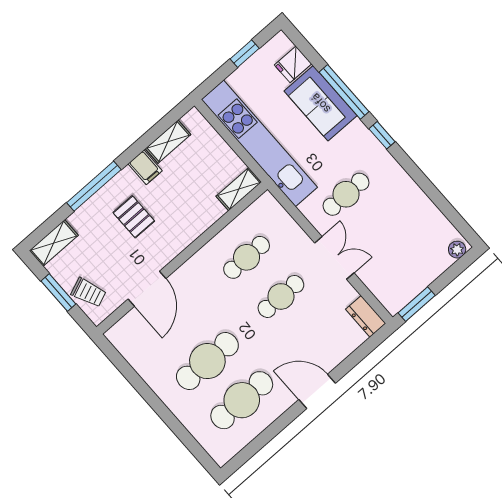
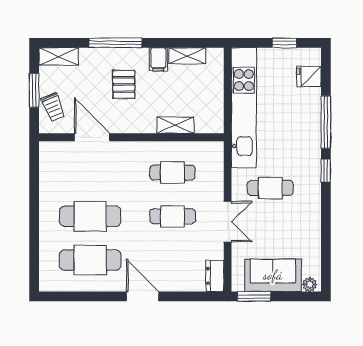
sofa: (321, 103) -> (273, 275), moved, turned 90
shelving: (239, 189) -> (175, 125), moved
door: (147, 289) -> (92, 137), swing flipped

